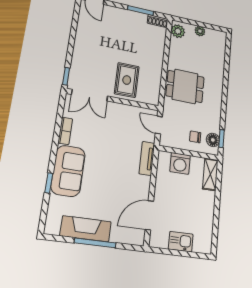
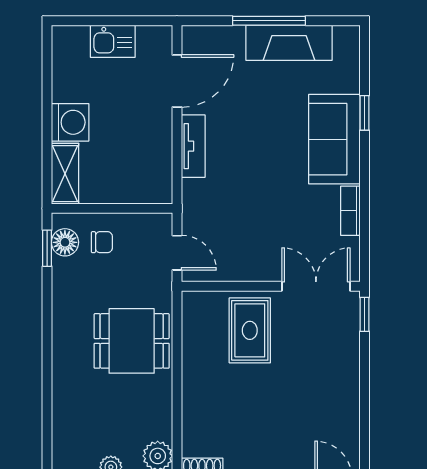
tv unit: (147, 158) -> (193, 146), moved
washing machine: (180, 163) -> (70, 122), moved, turned 90

